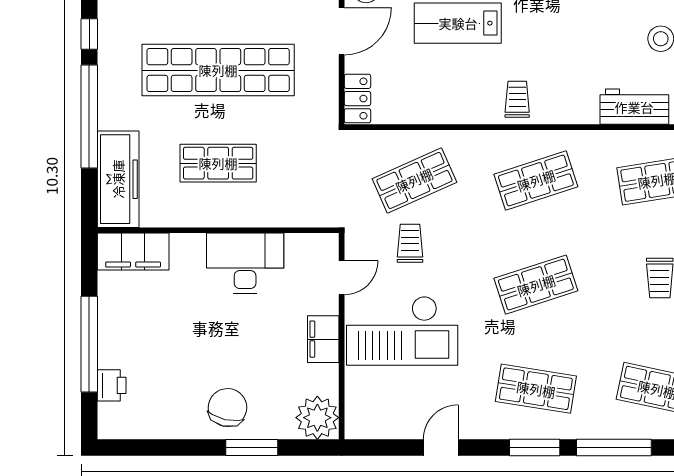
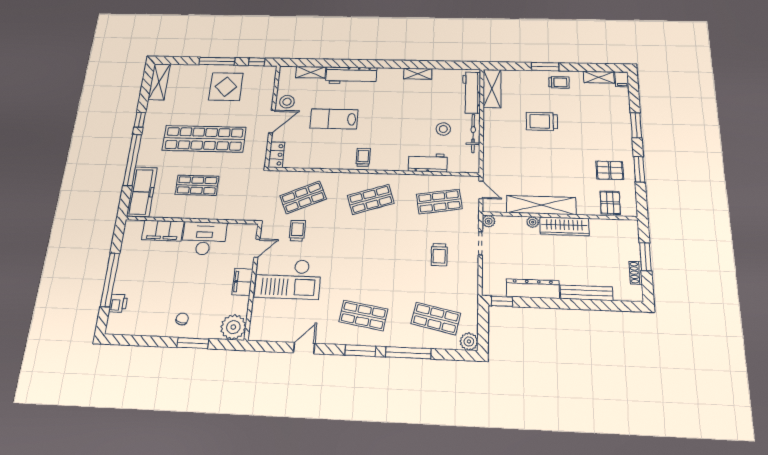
filing cabinet: (133, 252) -> (163, 231), moved
shop shelf: (536, 285) -> (367, 256), removed
chair: (228, 408) -> (182, 319), width x0.54, depth x0.54

